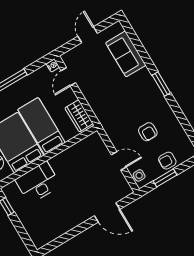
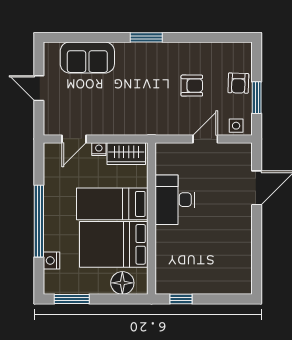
nightstand: (53, 65) -> (99, 149), moved
door: (68, 77) -> (74, 139), hinge flipped
desk: (38, 183) -> (175, 200), moved

